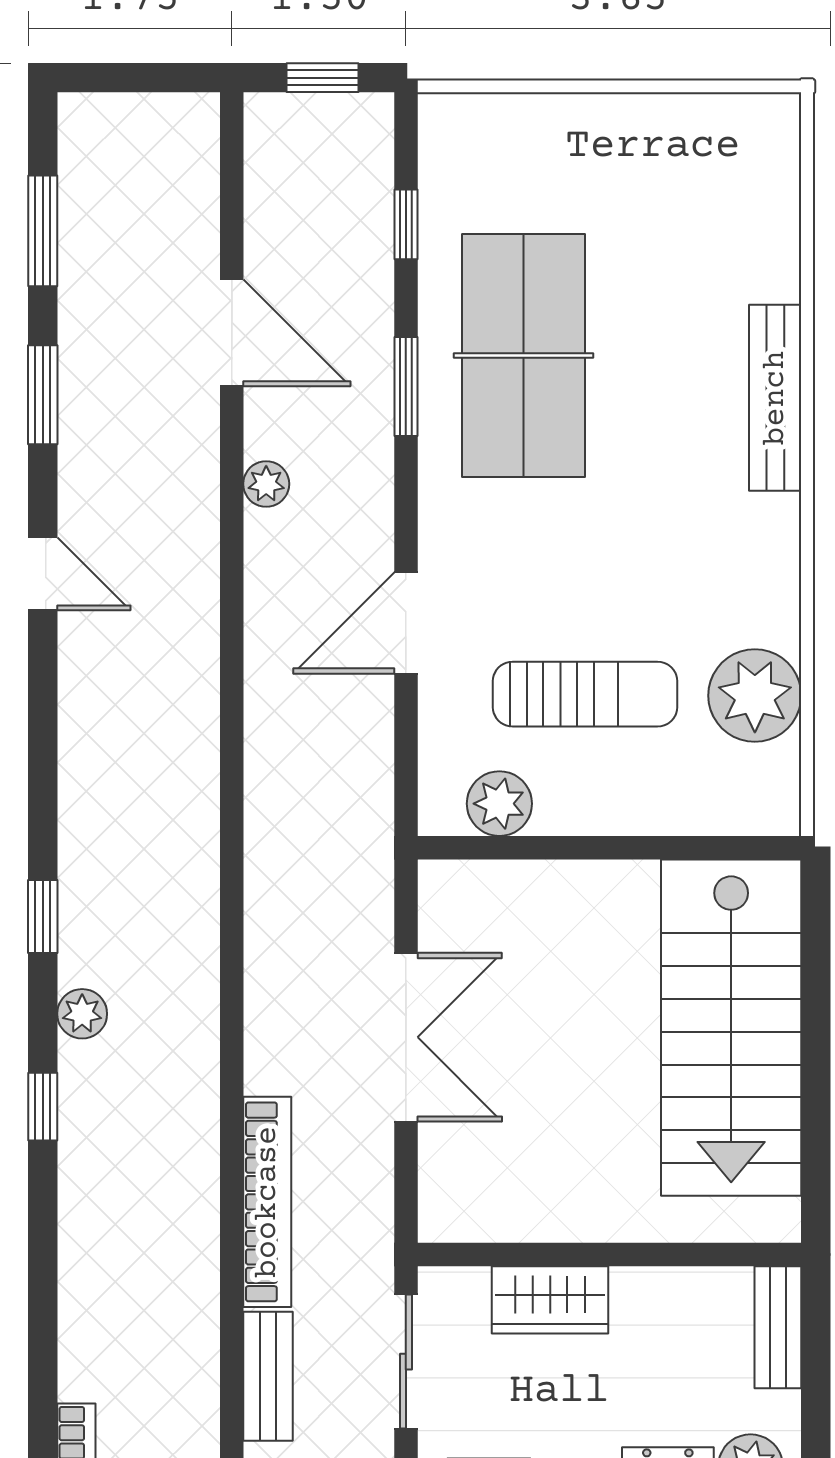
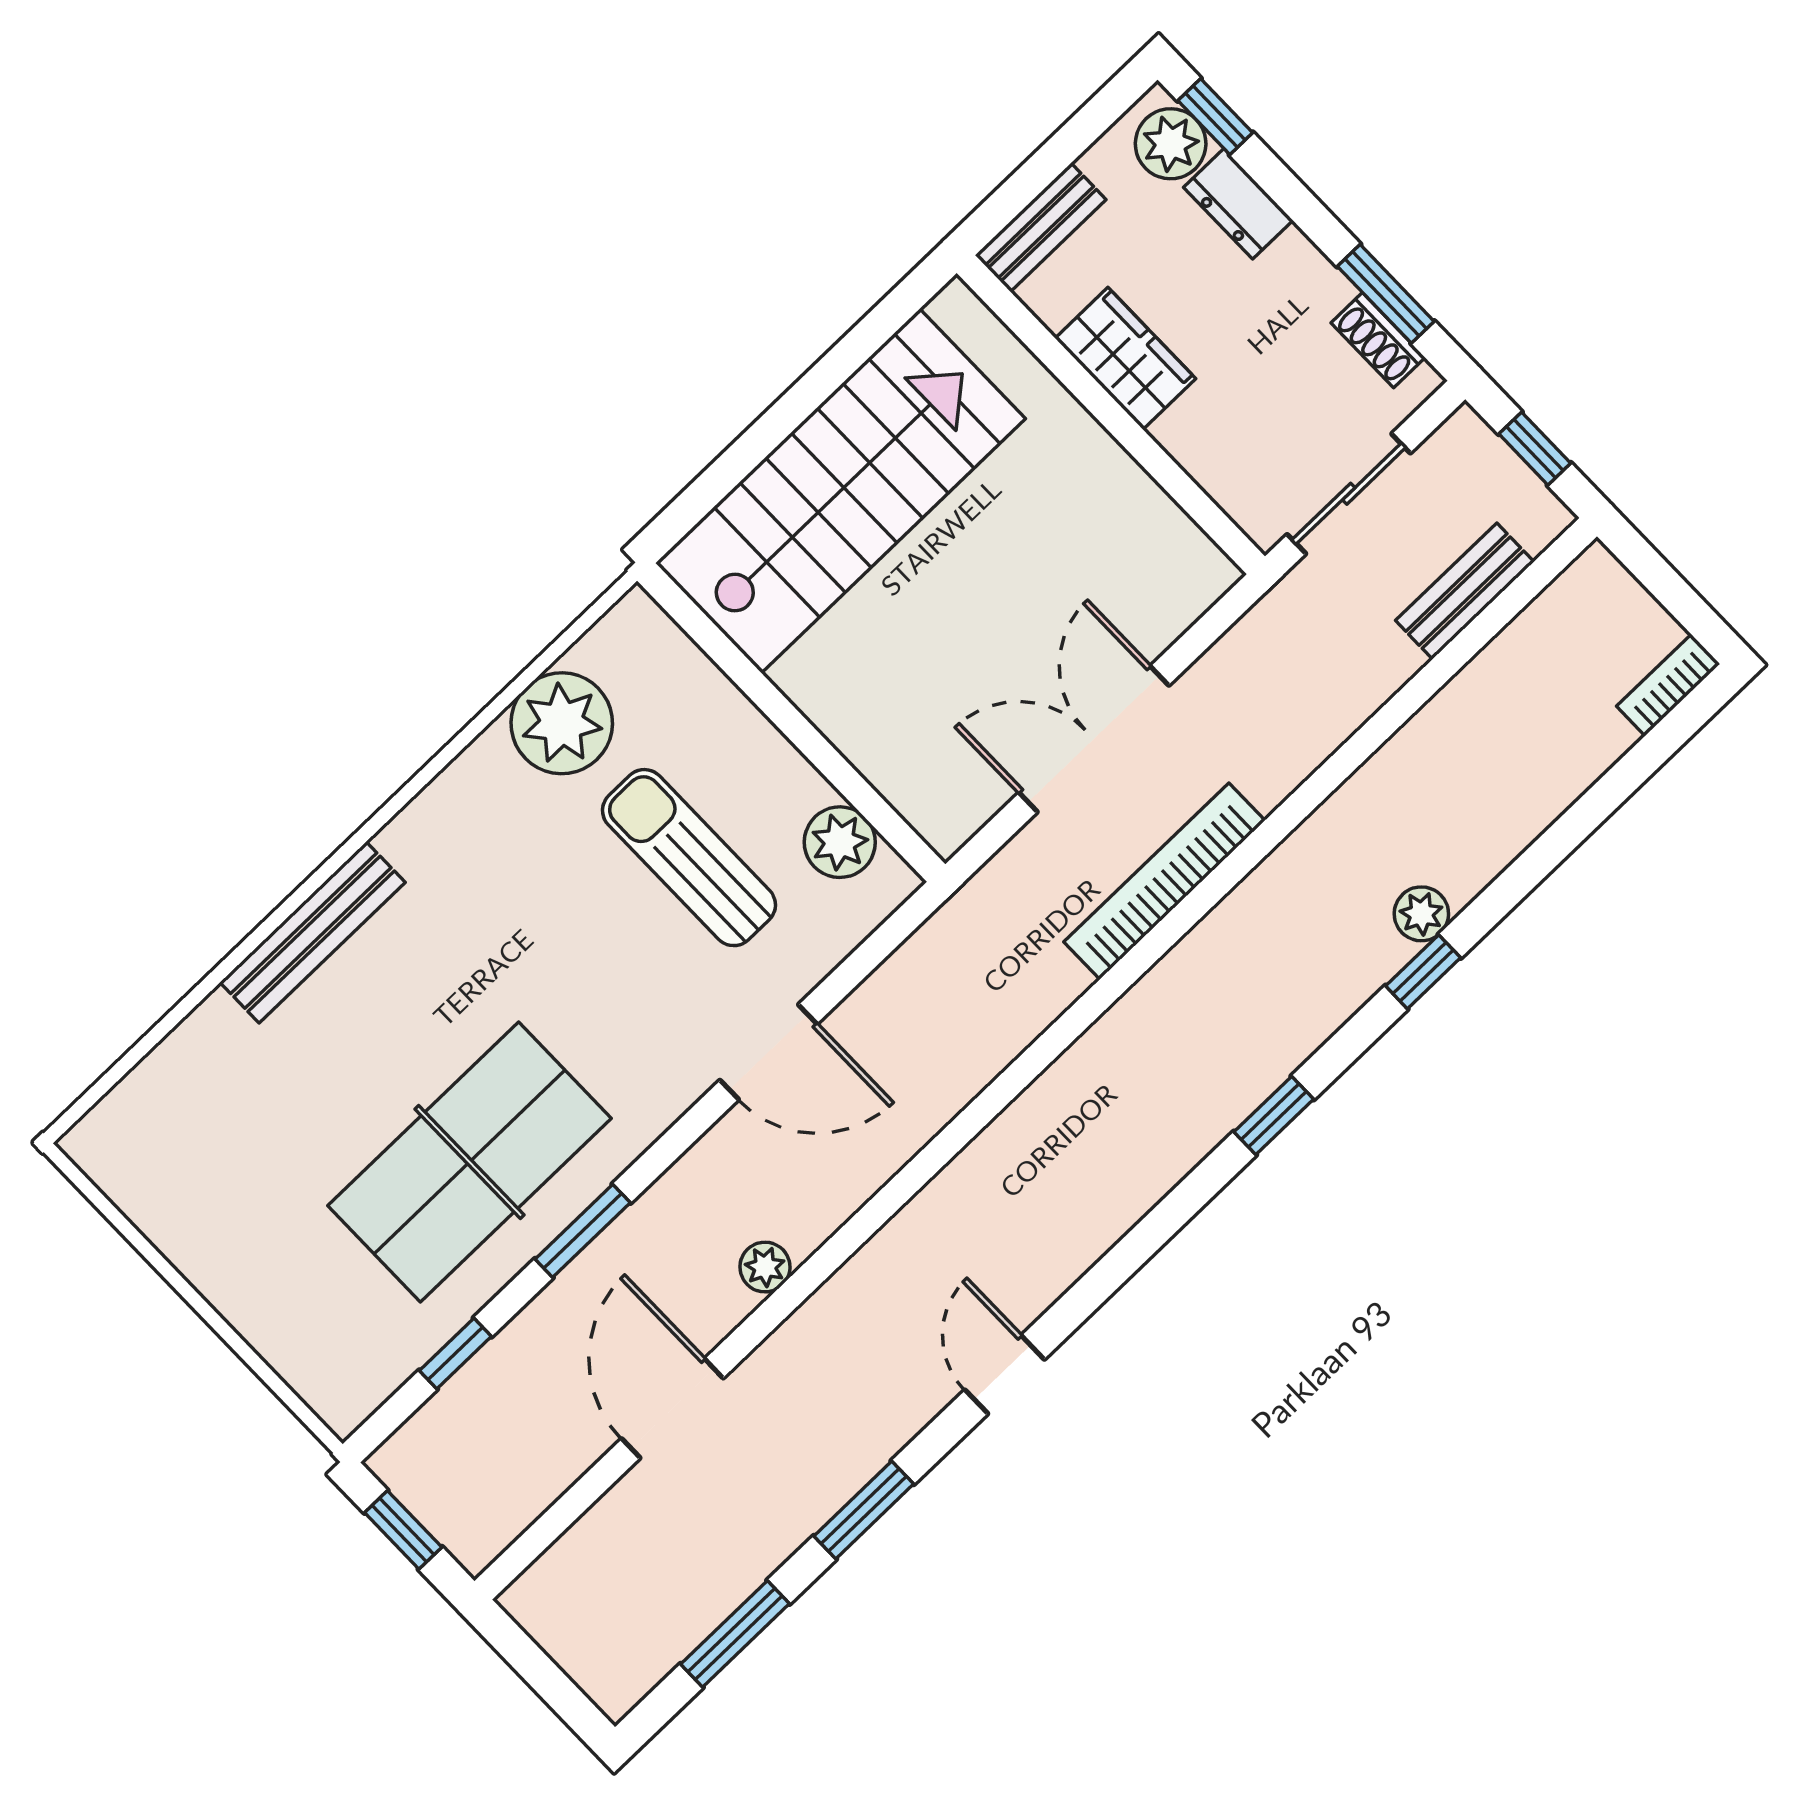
plant: (82, 1014) -> (1421, 914), moved
bookcase: (267, 1202) -> (1164, 881), moved
wardrobe: (550, 1300) -> (1125, 358), moved

